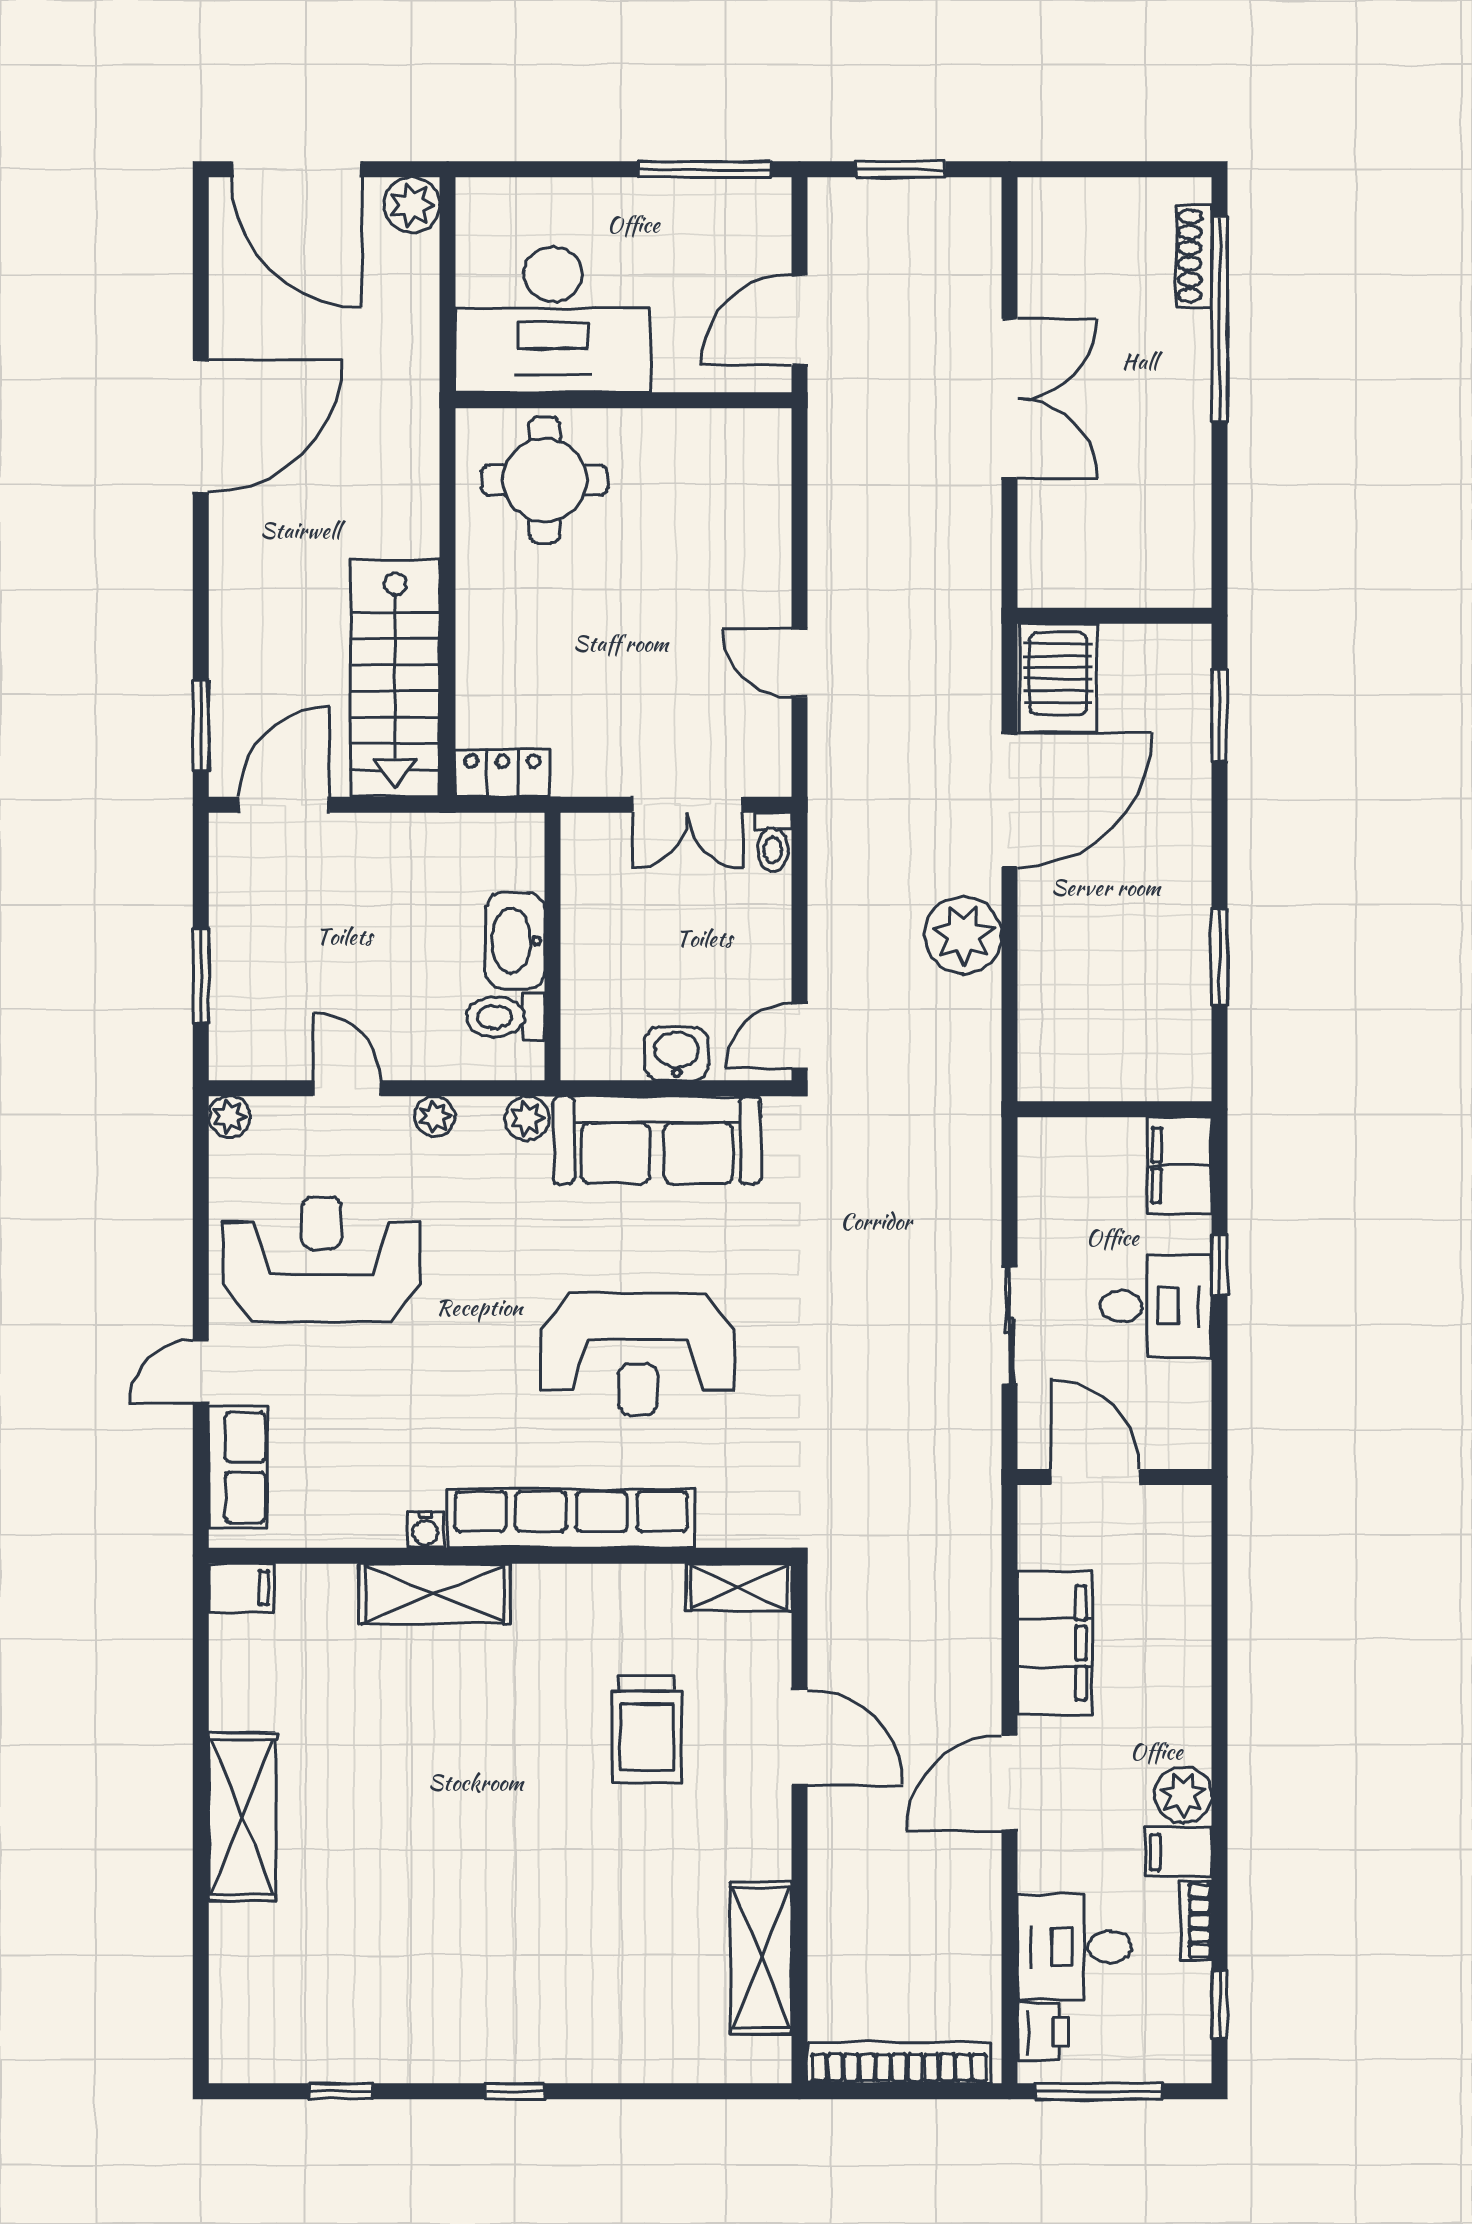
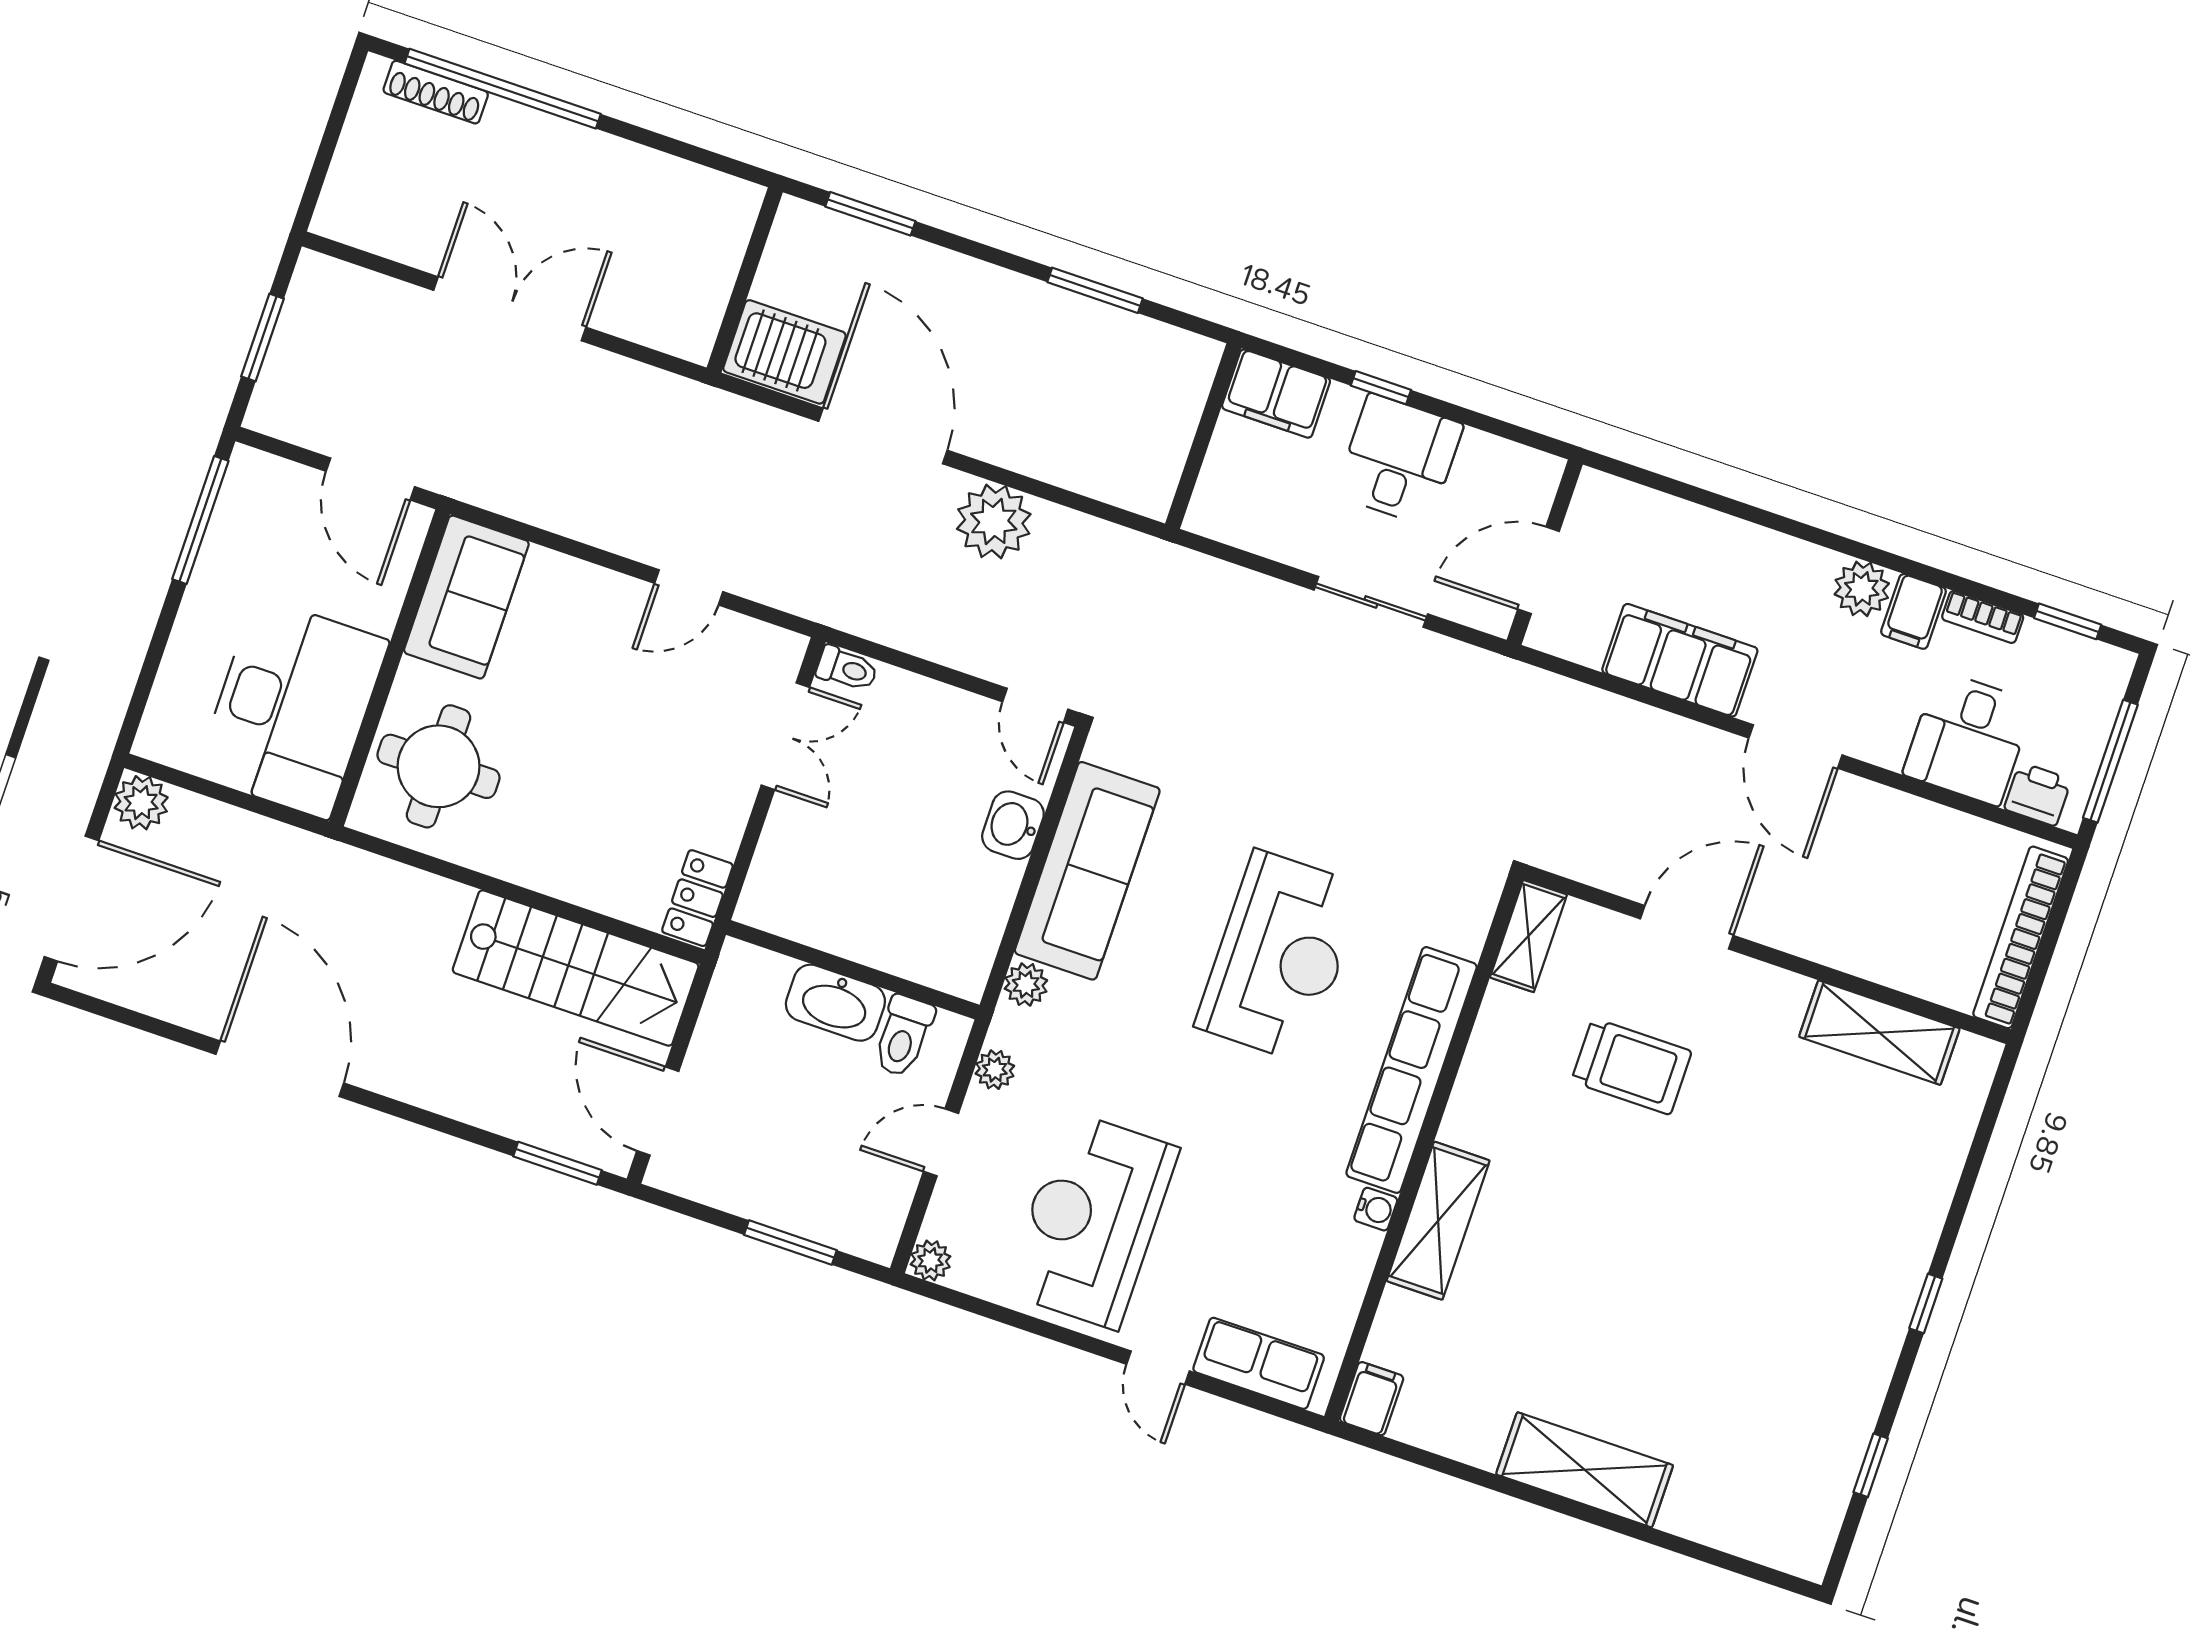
sofa: (717, 451) -> (466, 597), added
washbasin: (515, 941) -> (835, 1003), moved
wall: (553, 947) -> (853, 970), moved
toilet: (505, 1017) -> (903, 1036), moved

